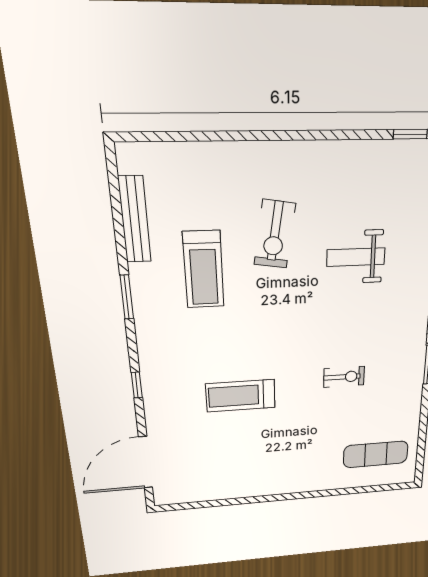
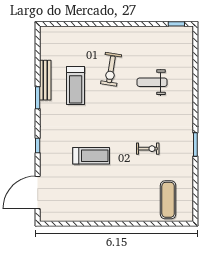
bench: (135, 220) -> (45, 80), moved
treadmill: (241, 396) -> (91, 156), turned 180
exercise mat: (376, 454) -> (168, 200), turned 90

